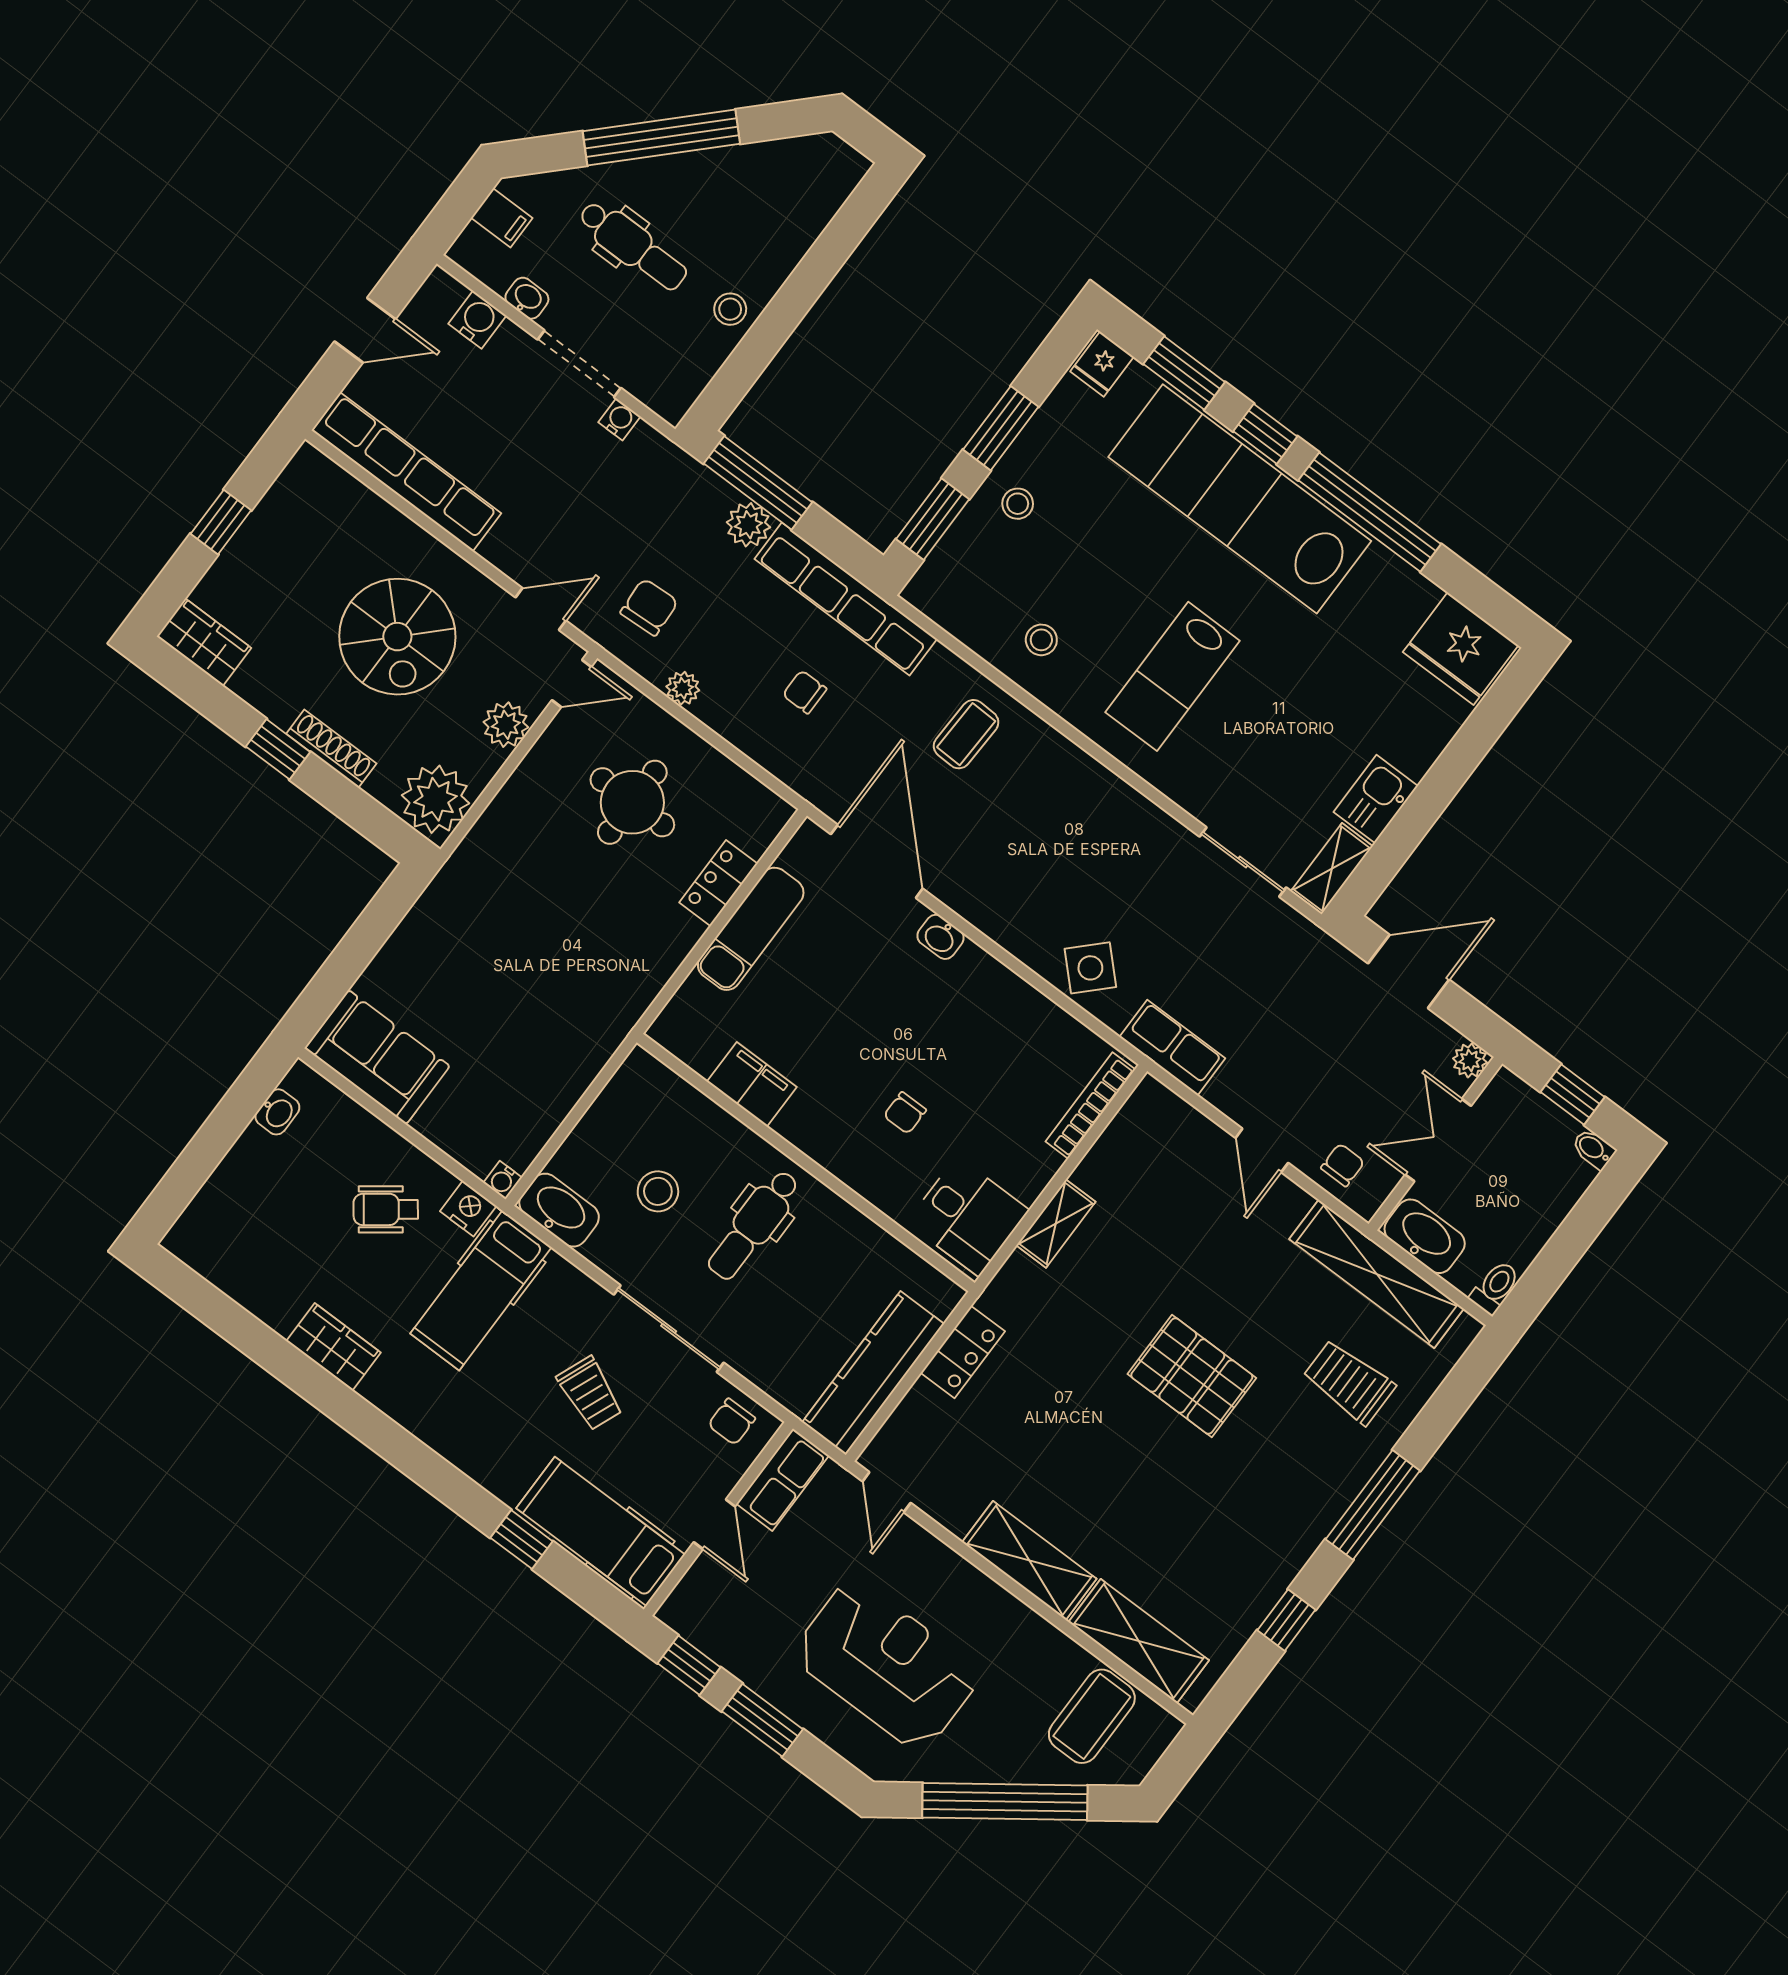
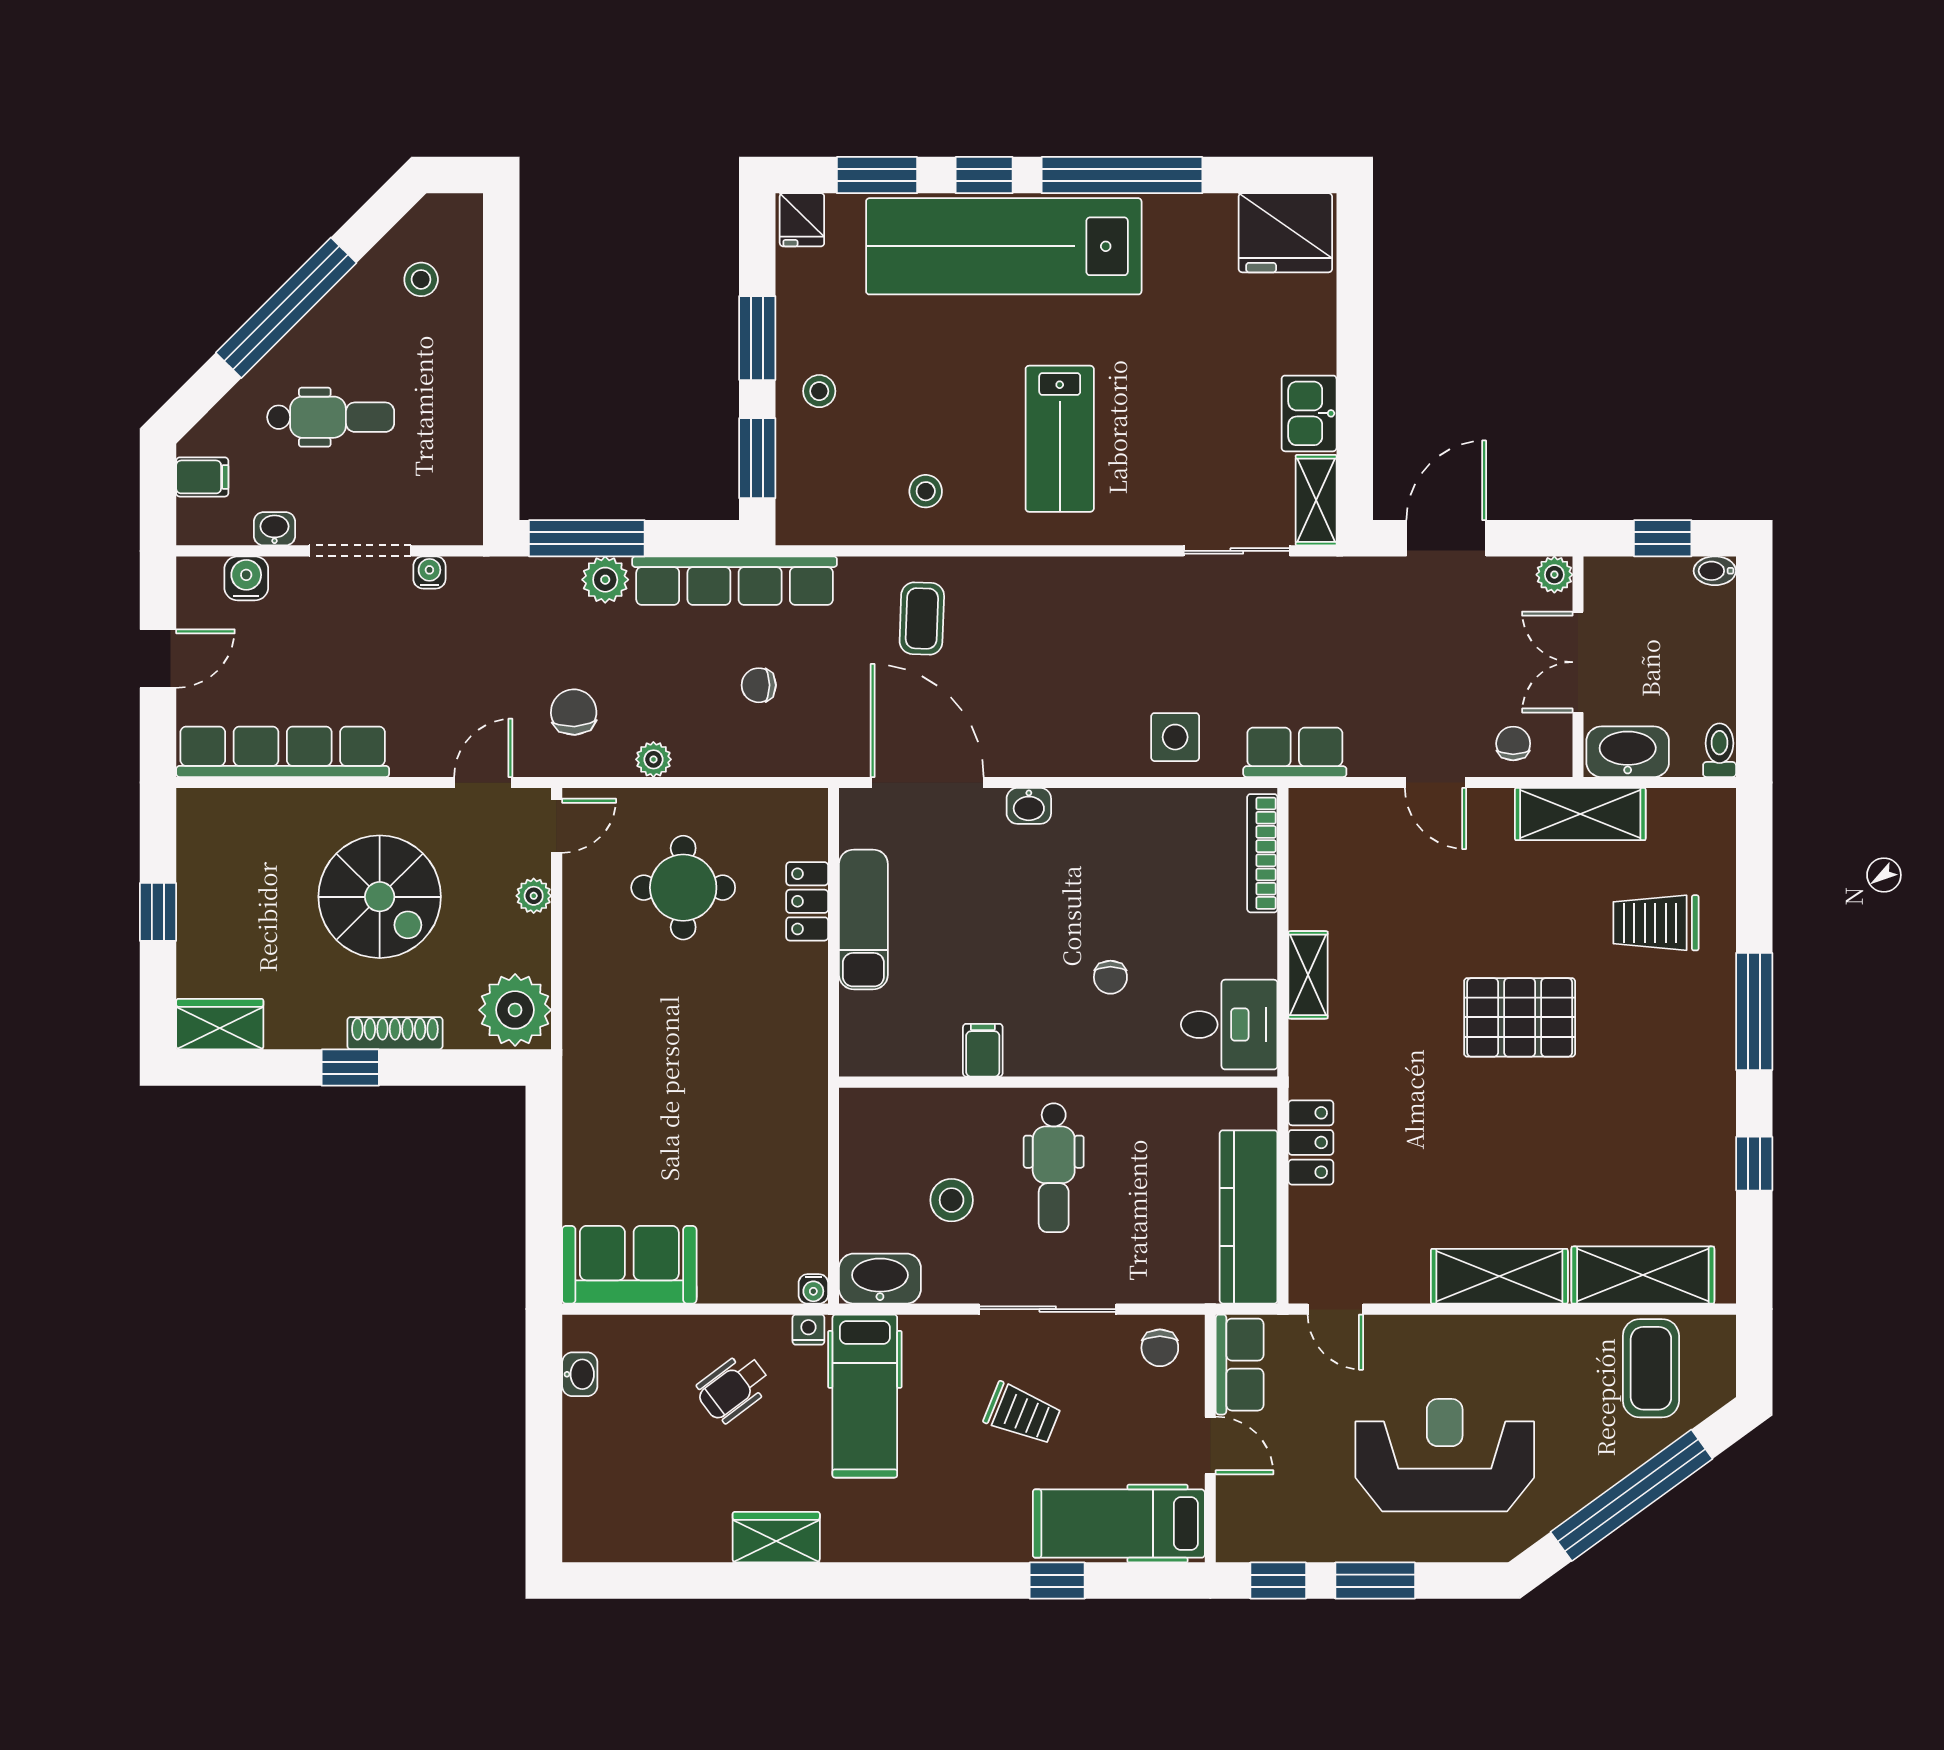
stool: (730, 309) -> (421, 279), moved
plant: (506, 725) -> (534, 896), width x0.73, depth x0.73
side table: (1090, 968) -> (1175, 737), turned 45
filing cabinet: (752, 1084) -> (983, 1050), width x0.50
nightstand: (468, 1209) -> (808, 1330), width x0.72, depth x0.74
shelving: (1377, 1274) -> (1580, 814), width x0.68

